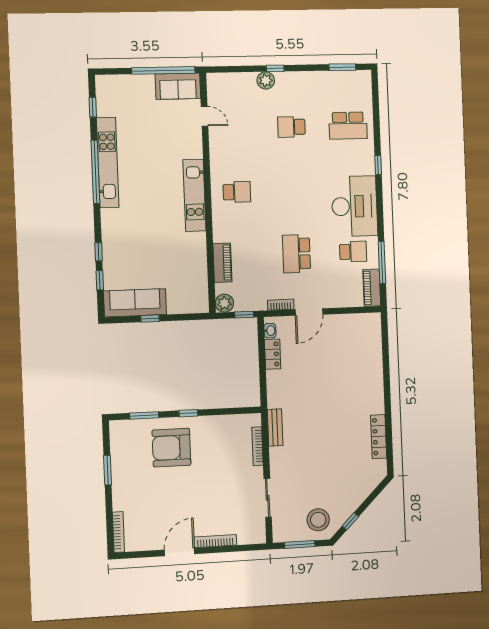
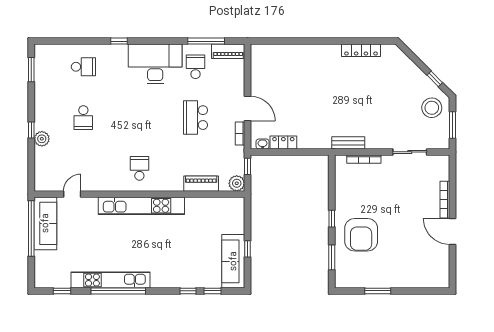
sofa: (178, 86) -> (45, 223), width x1.36
school desk: (348, 126) -> (83, 67), width x0.54
kitchen unit: (194, 195) -> (141, 206), width x1.36
school desk: (297, 254) -> (196, 118), turned 90
bookcase: (118, 532) -> (432, 284), removed

